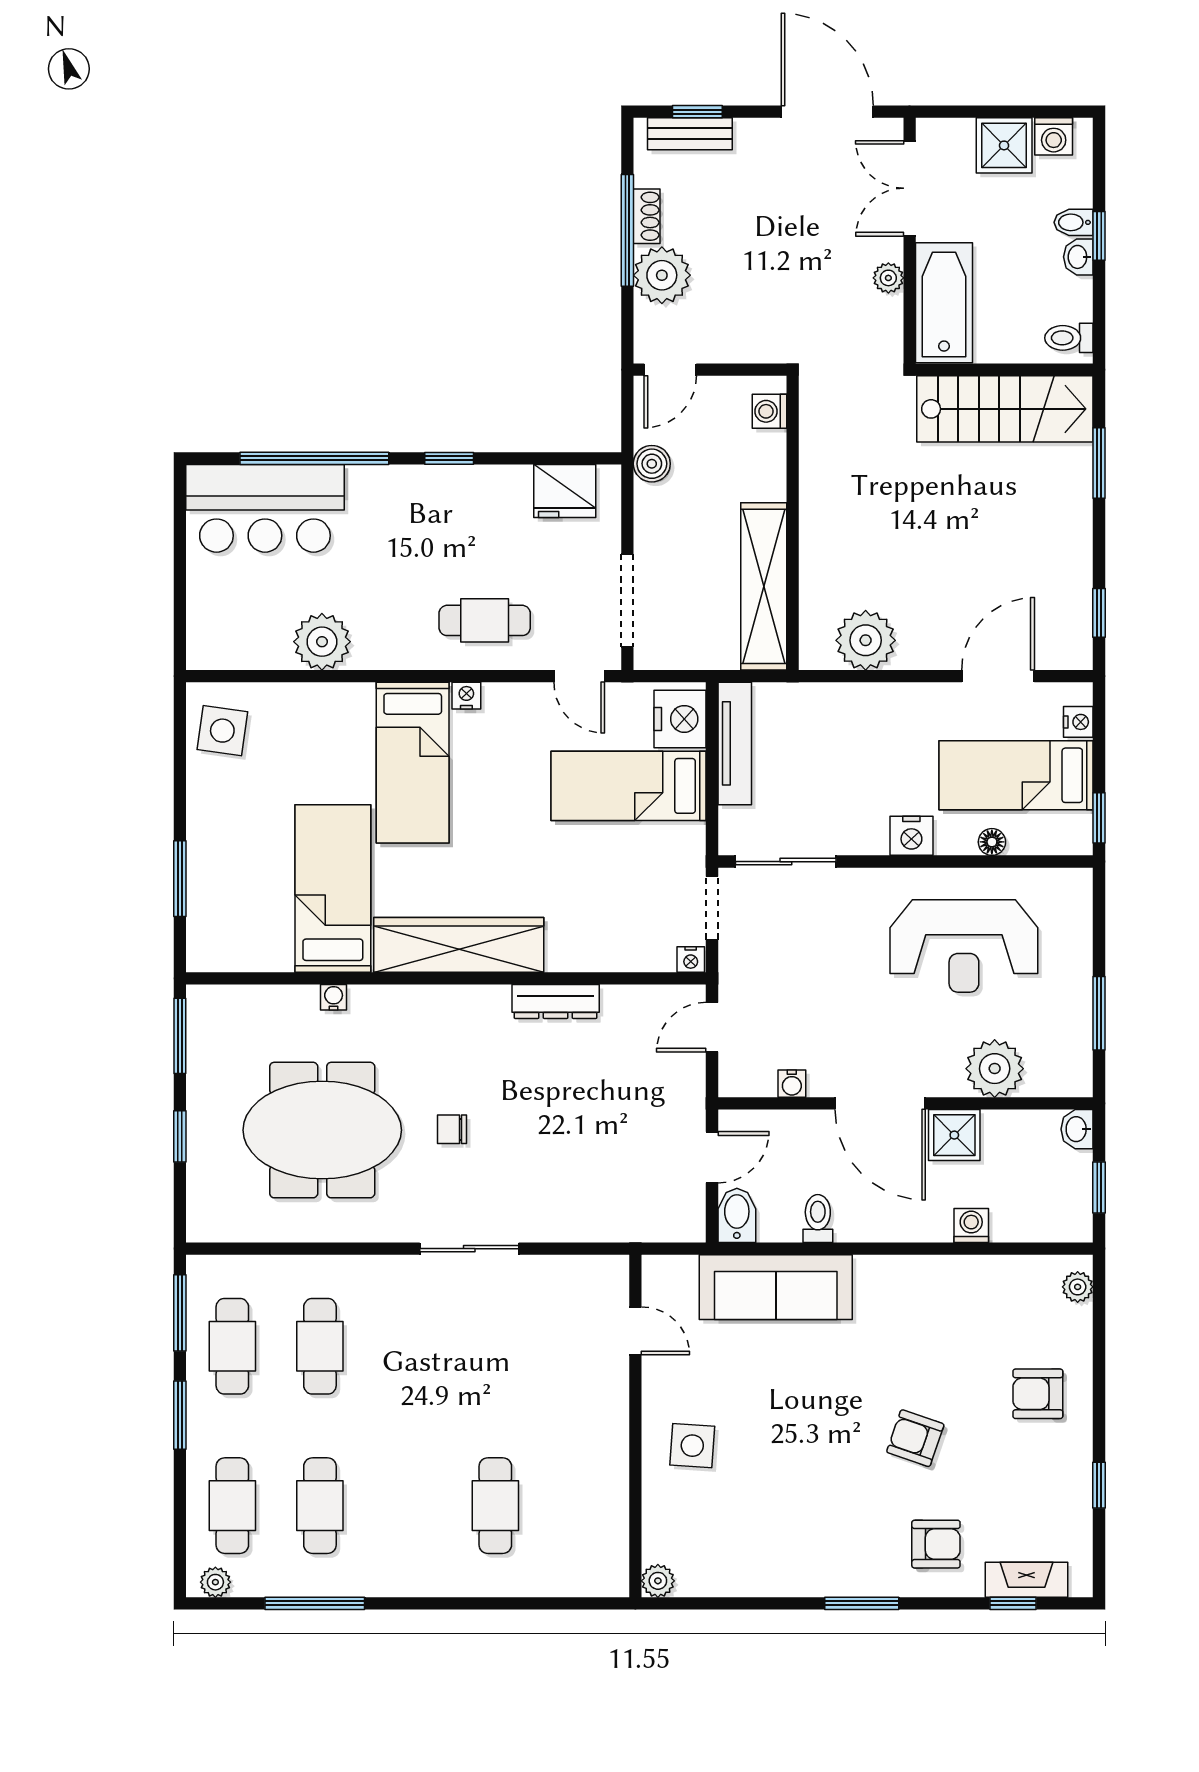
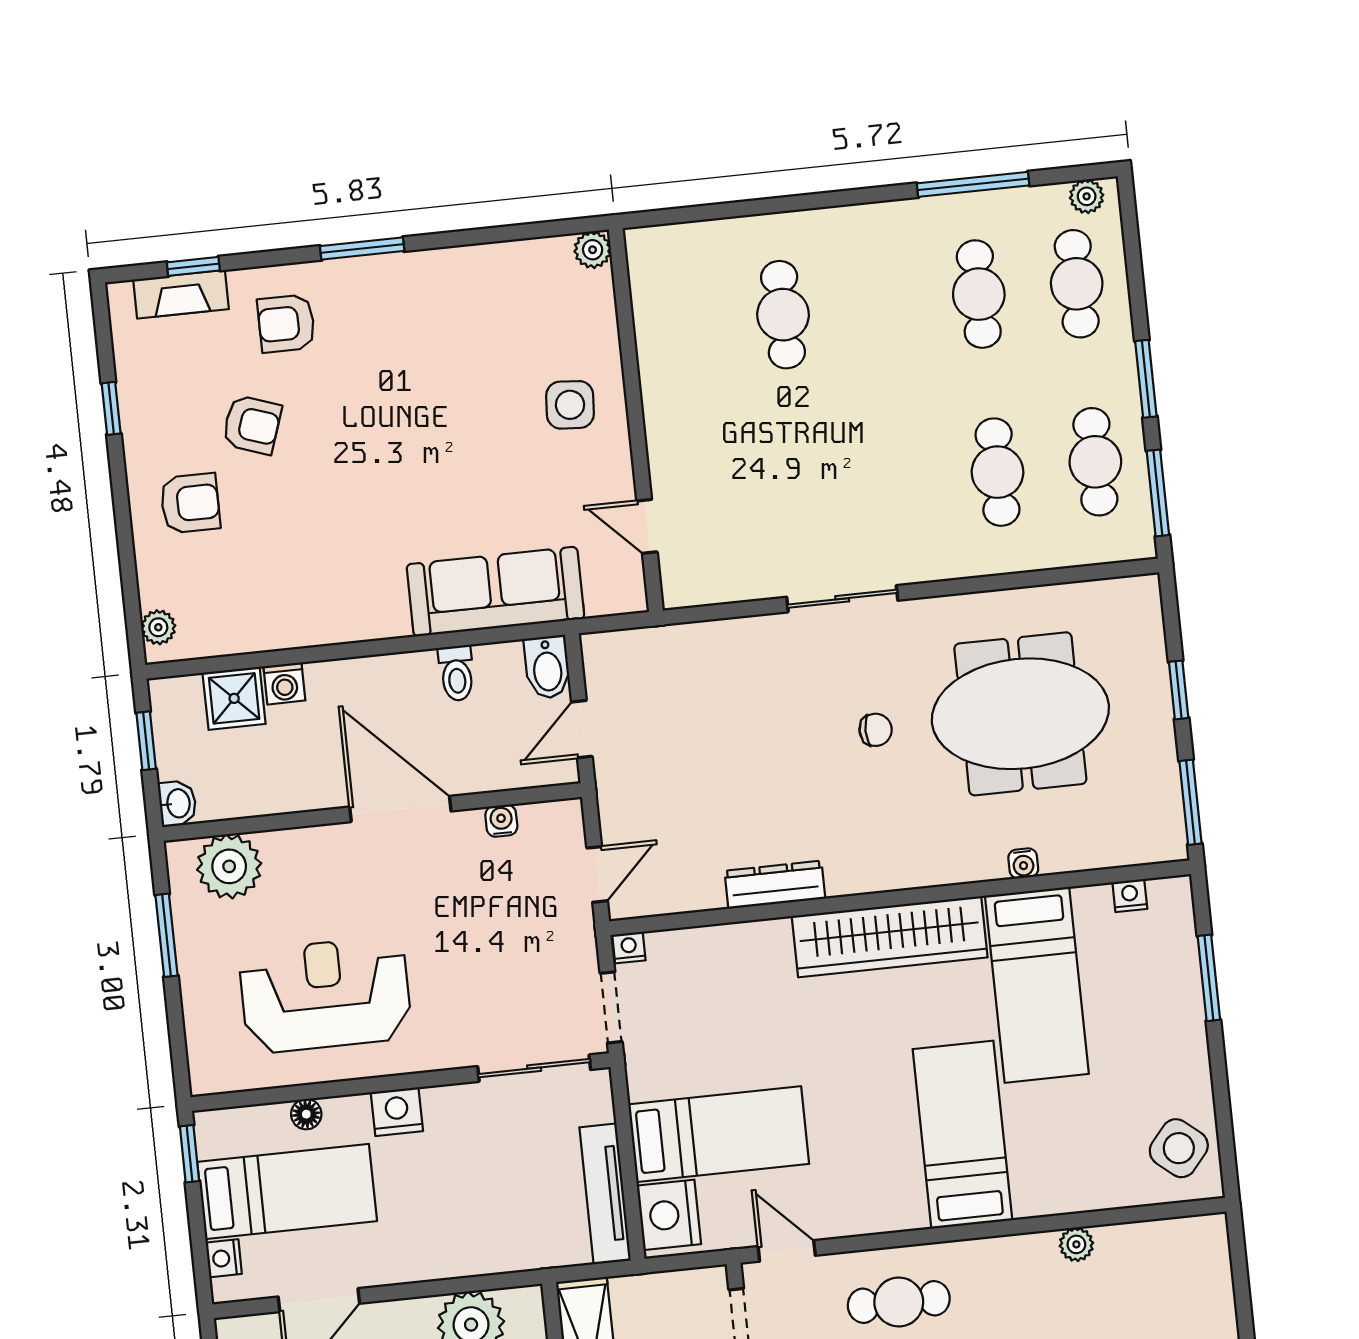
plant: (322, 642) -> (1076, 1244), width x0.53, depth x0.53
nightstand: (466, 696) -> (1130, 896), moved, turned 180
side table: (222, 731) -> (1179, 1148), turned 32
plant: (995, 1069) -> (229, 866), moved
shower: (954, 1135) -> (234, 698), moved
armchair: (915, 1438) -> (252, 425), moved

